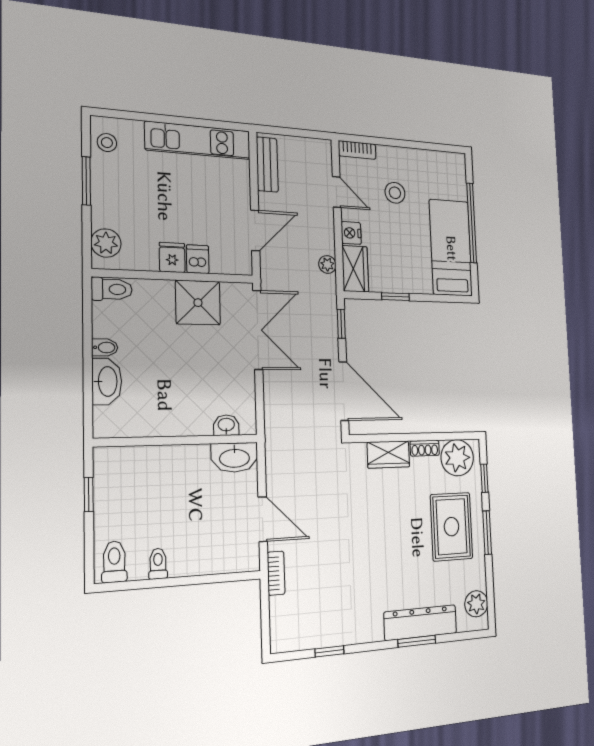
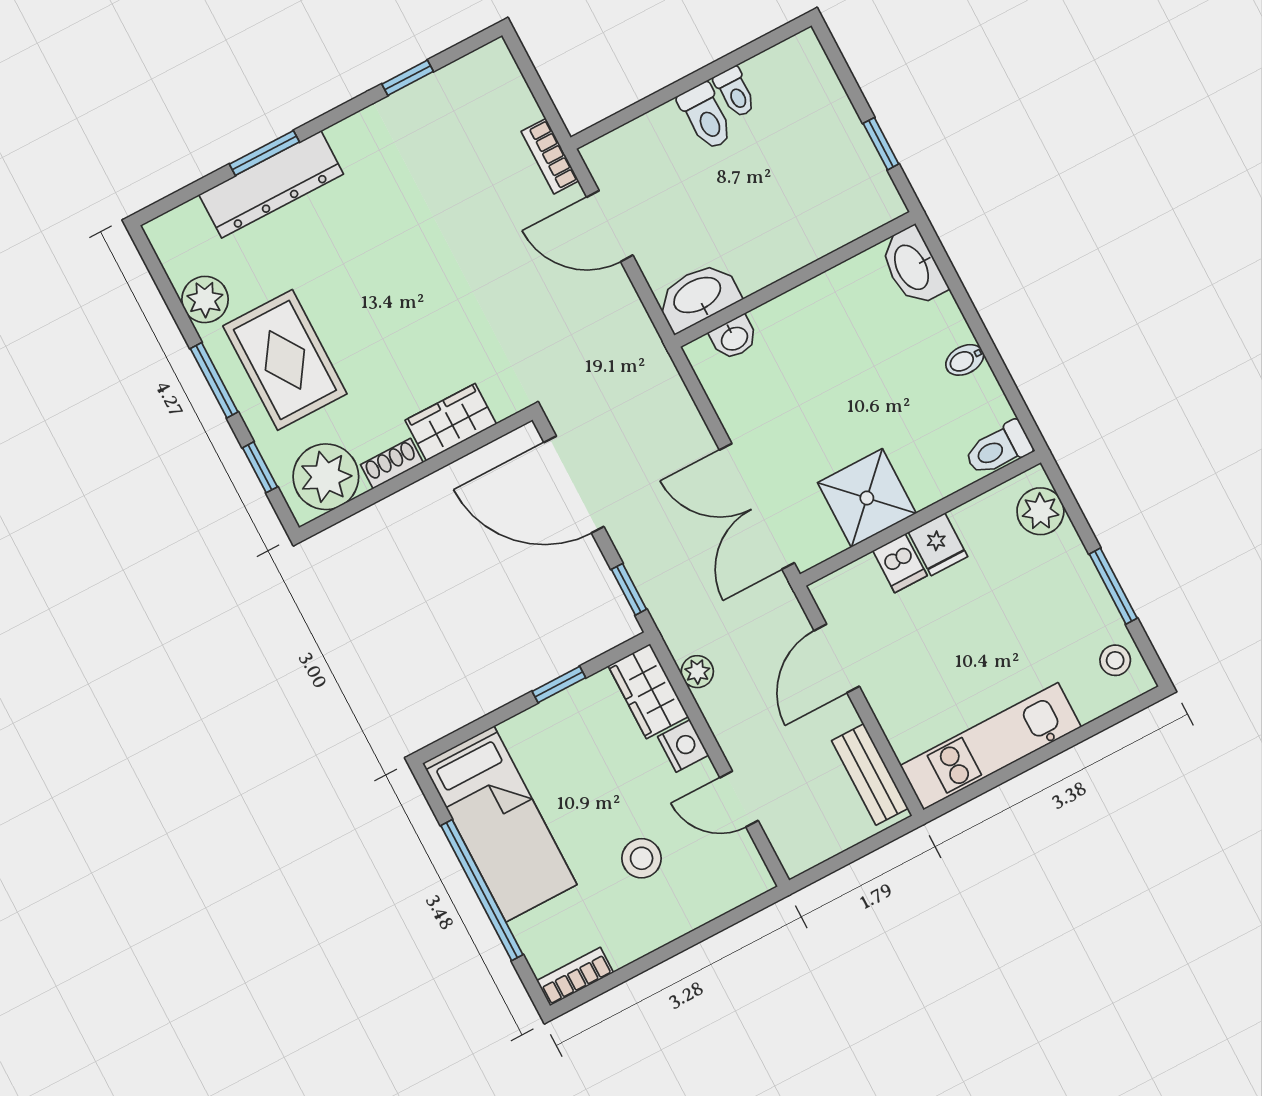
bookcase: (357, 150) -> (575, 977), moved
washbasin: (107, 381) -> (913, 267), moved
toilet: (114, 562) -> (706, 116), moved
plant: (476, 604) -> (205, 299), moved

